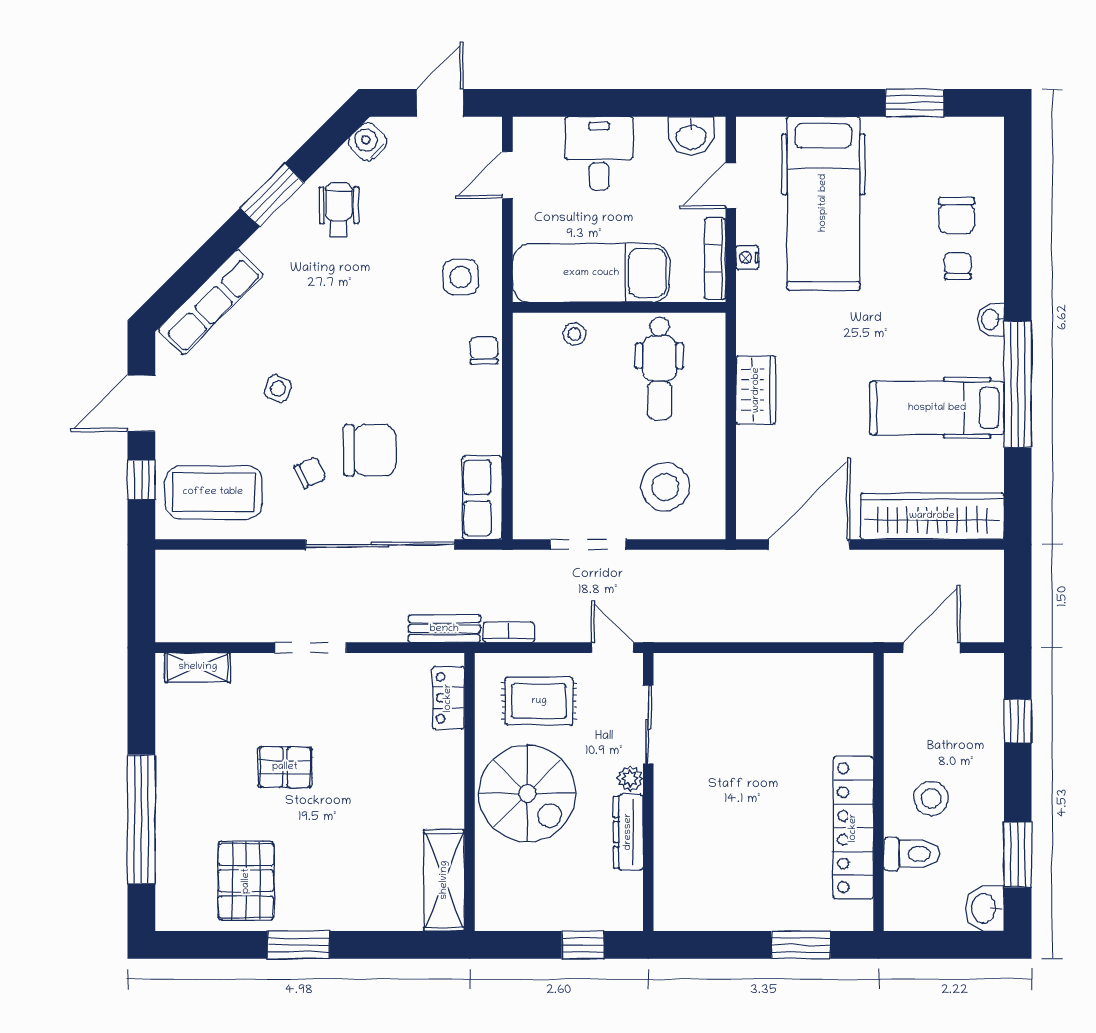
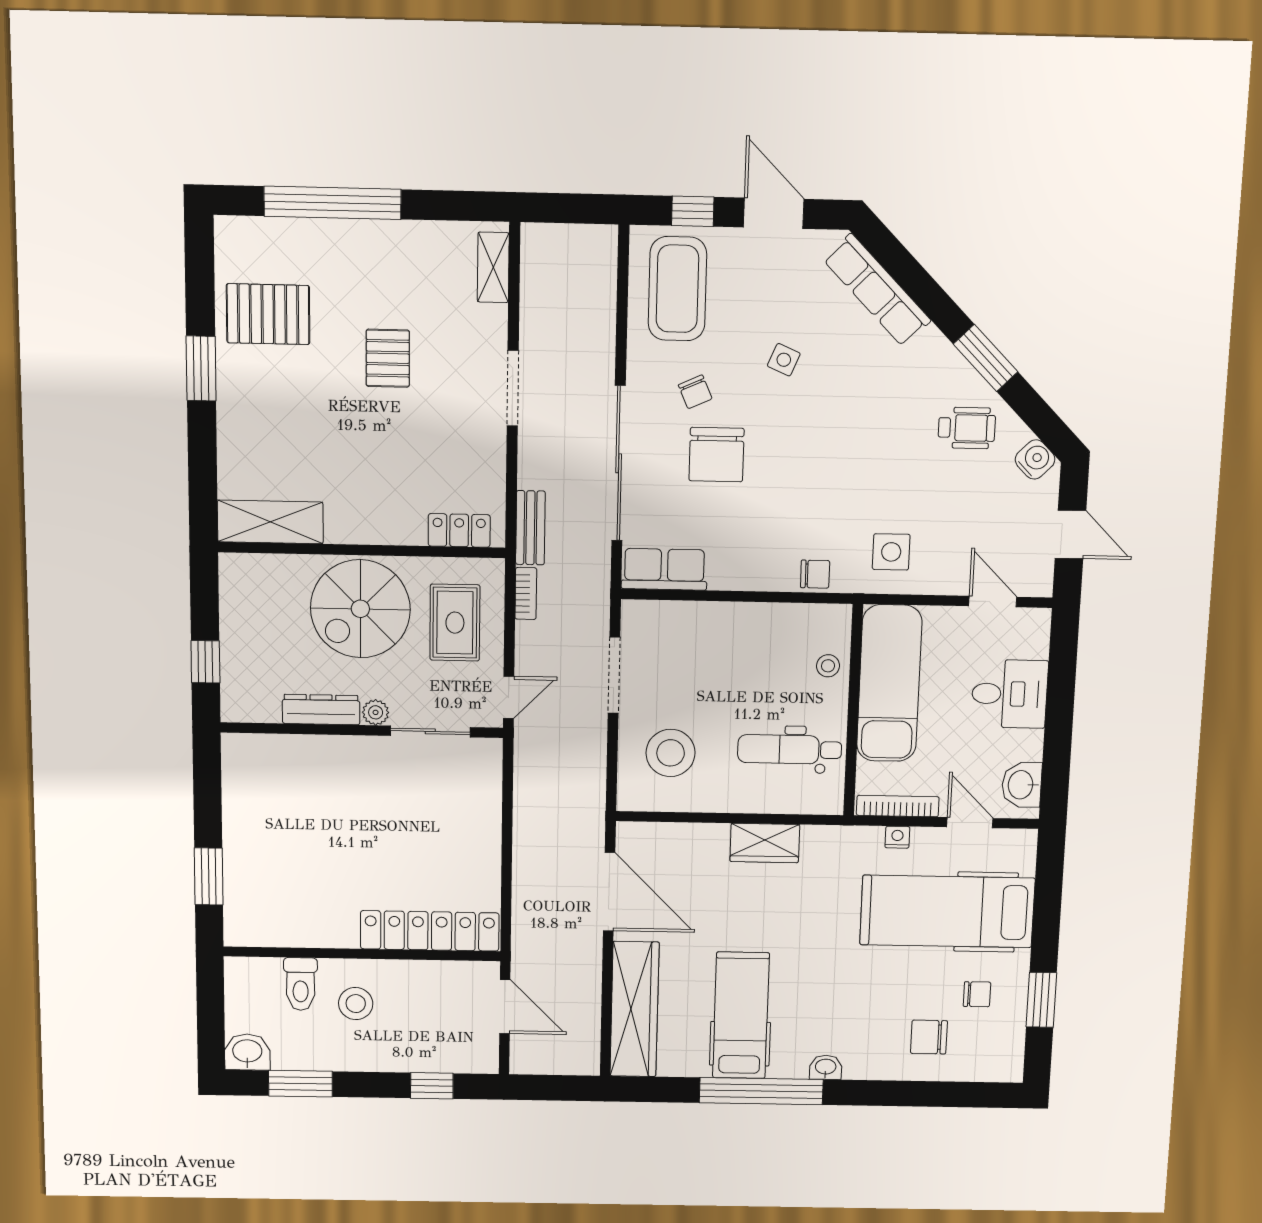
chair: (958, 266) -> (977, 994), moved
locker: (853, 828) -> (430, 931), moved

